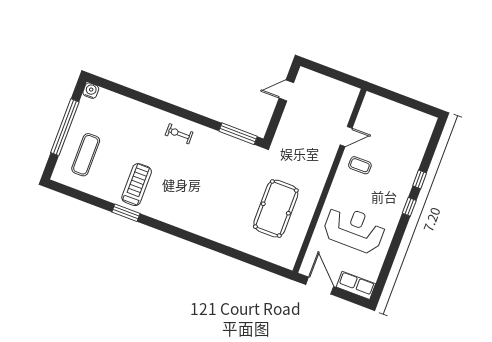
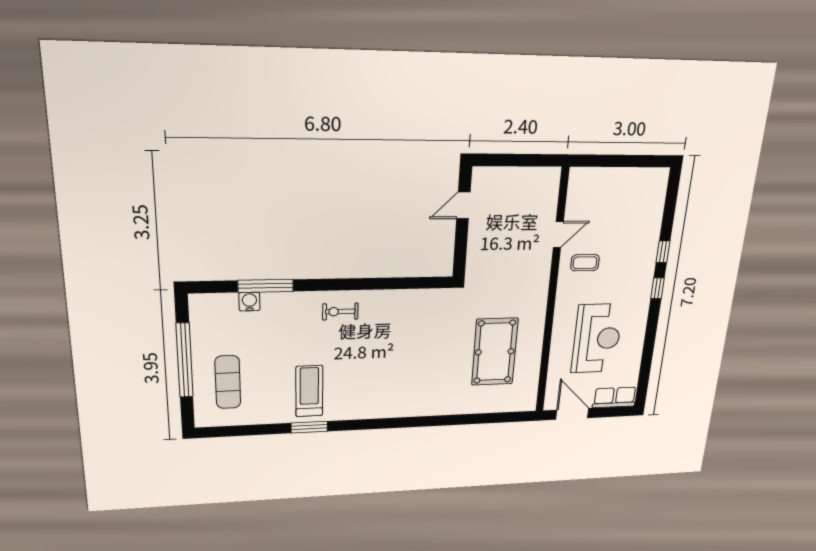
water cooler: (91, 91) -> (249, 302), moved
window: (238, 134) -> (266, 286), moved
reception desk: (354, 229) -> (597, 338), turned 90

